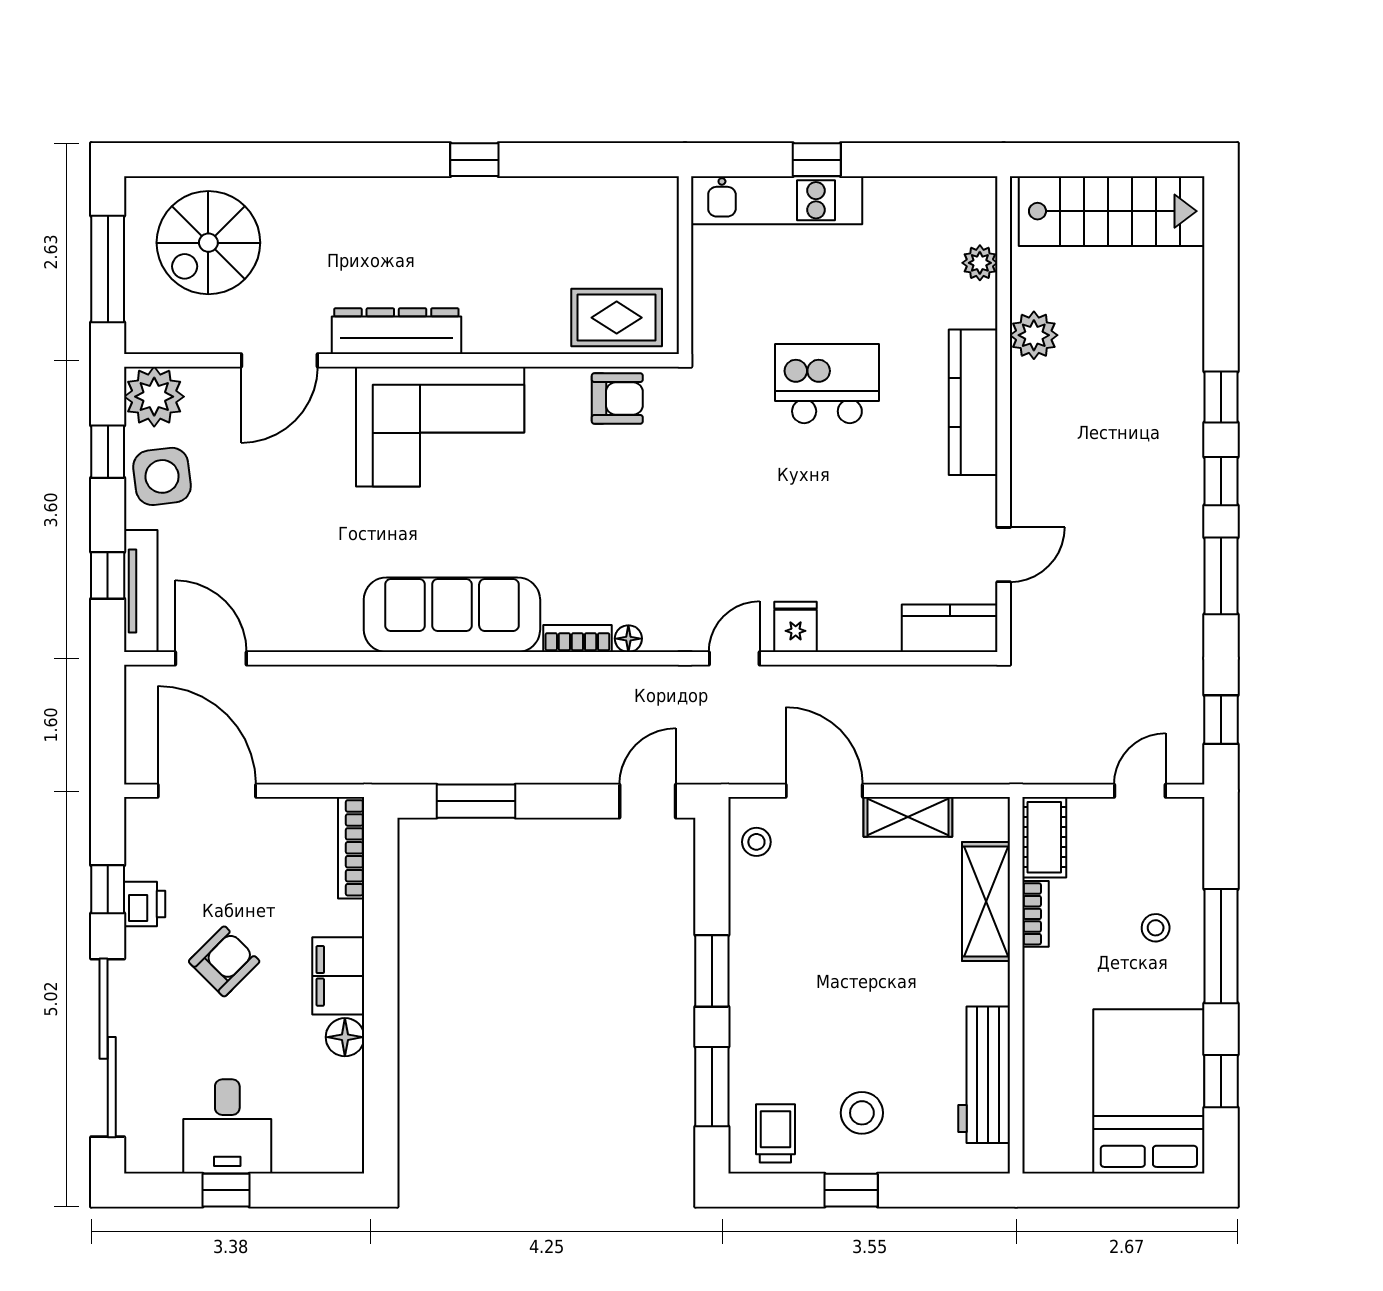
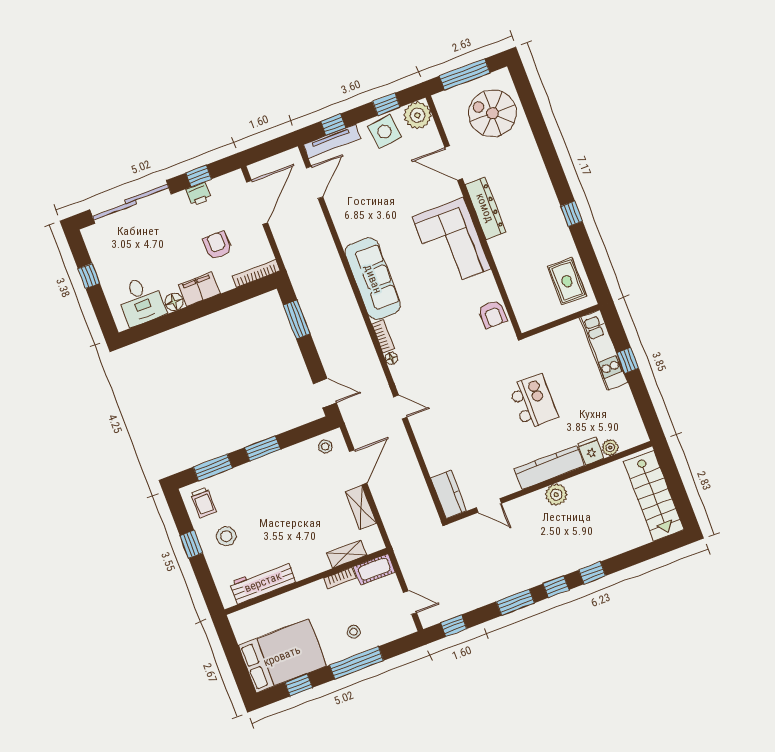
rug: (617, 318) -> (567, 281), moved
plant: (1034, 335) -> (556, 495), moved
fridge: (796, 627) -> (591, 451), moved, turned -90
shelving: (986, 901) -> (347, 554), width x0.67, depth x0.75
armchair: (224, 961) -> (217, 245), moved, turned -135
desk: (227, 1126) -> (141, 301), moved, turned -90
trolley: (775, 1133) -> (203, 502), turned 90

